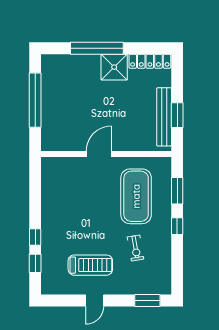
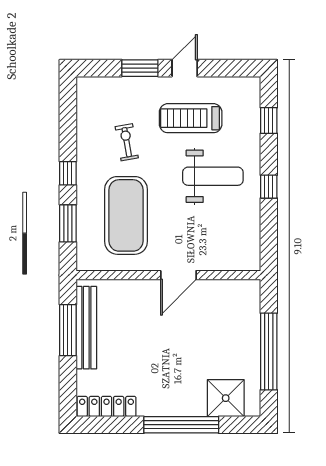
shower: (114, 67) -> (226, 398), moved
window: (177, 115) -> (68, 330), width x1.44
weight bench: (75, 224) -> (213, 176), added
window: (35, 237) -> (269, 187), moved
window: (147, 300) -> (140, 68), moved

